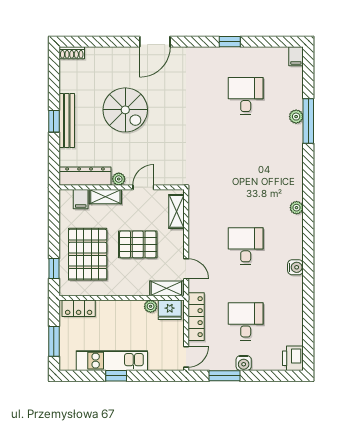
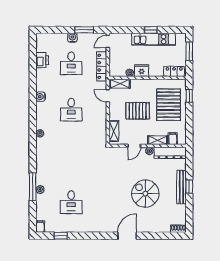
window: (230, 42) -> (61, 236), moved
fridge: (170, 310) -> (142, 71), moved
printer: (293, 358) -> (42, 60), moved

